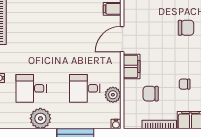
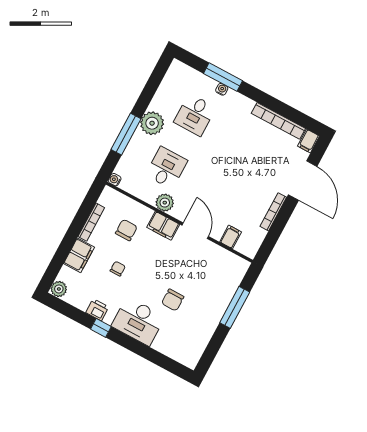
desk: (31, 88) -> (195, 115), turned 180
plant: (113, 95) -> (165, 203), moved
plant: (40, 118) -> (152, 123), moved

